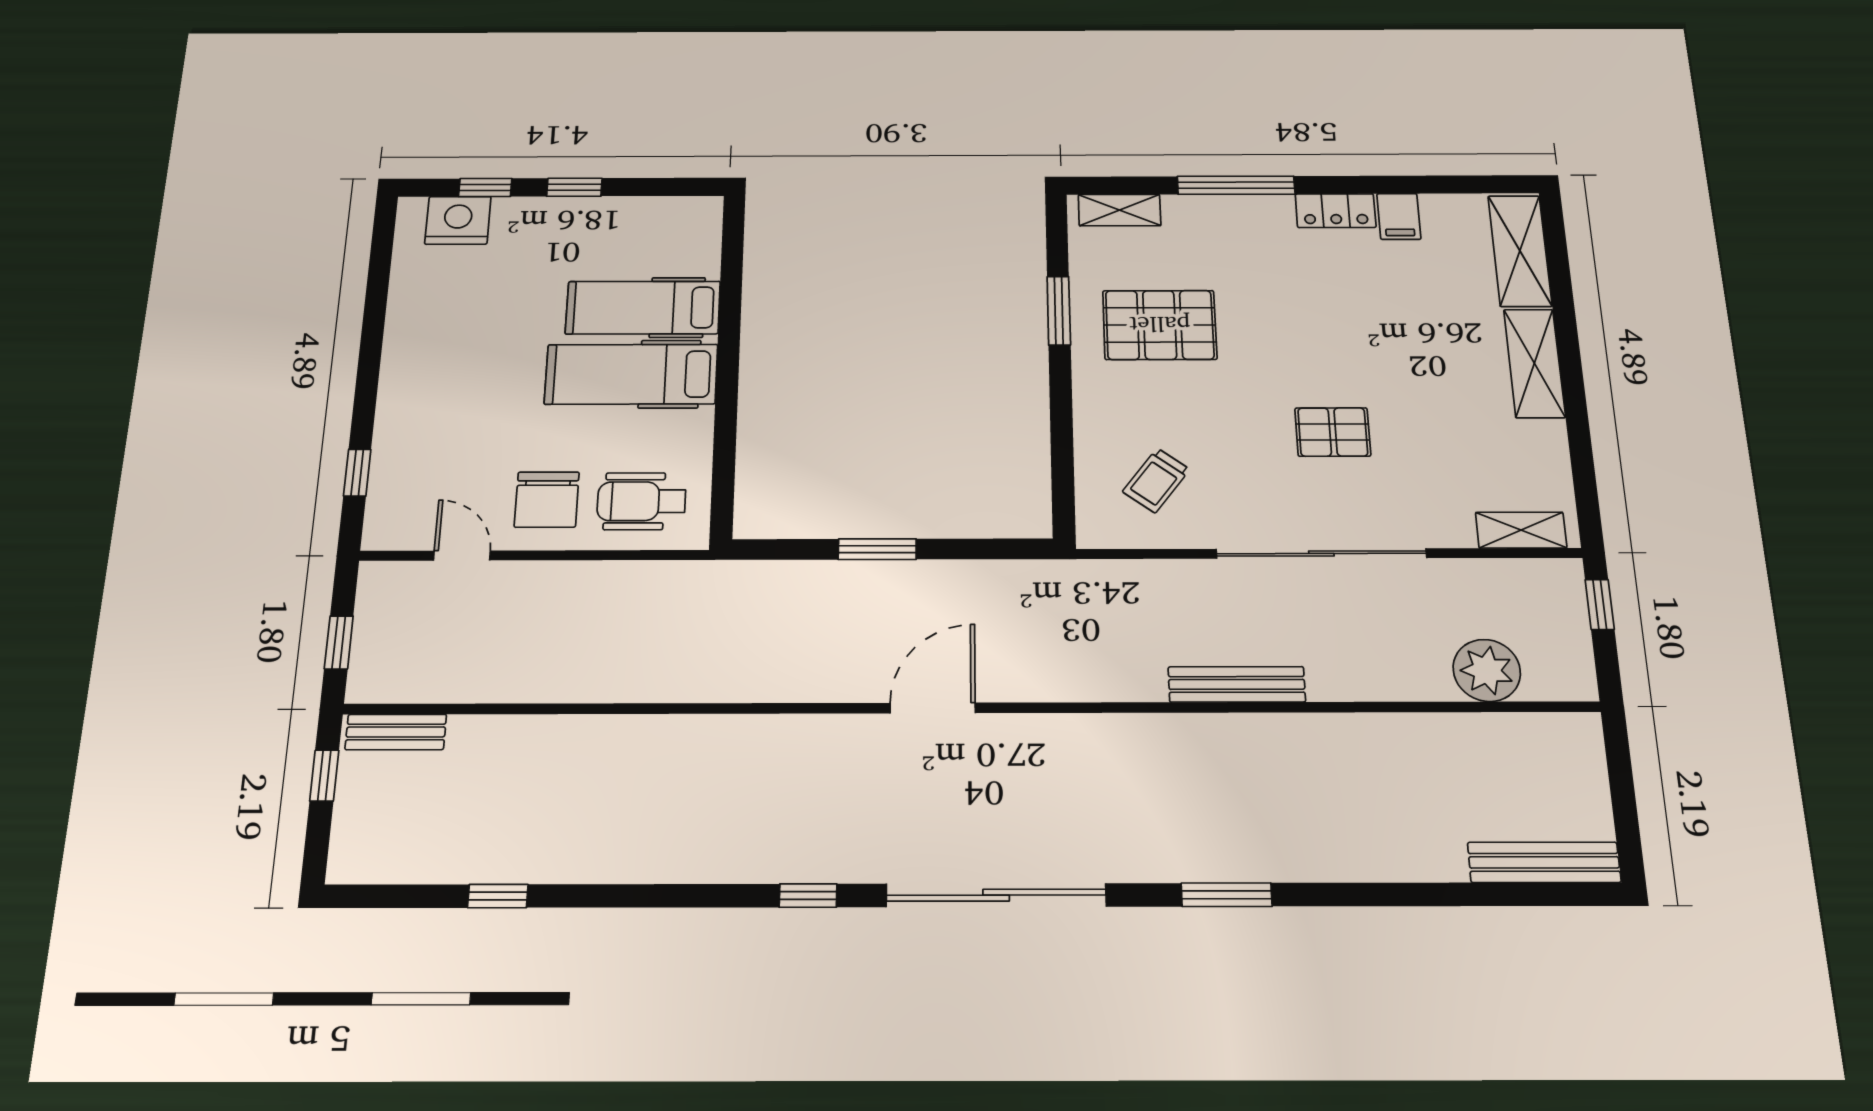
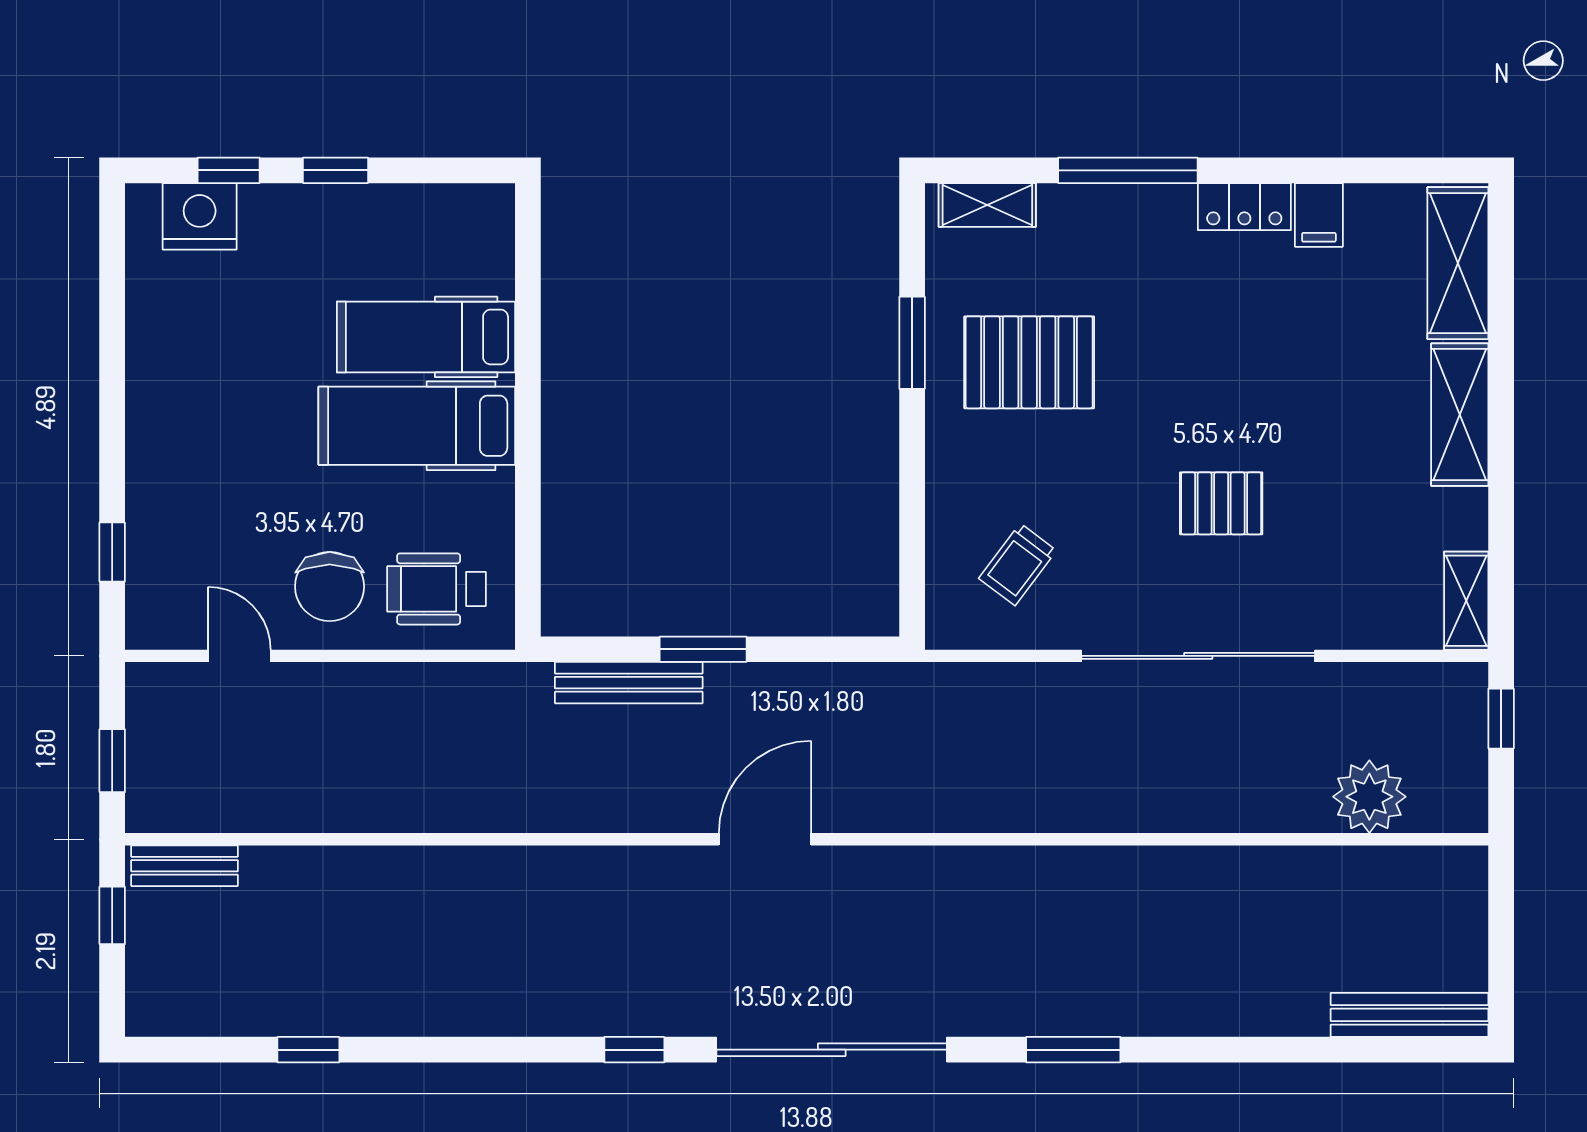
shelving: (1521, 530) -> (1466, 601), moved, turned 90
bench: (1237, 684) -> (629, 683), moved

